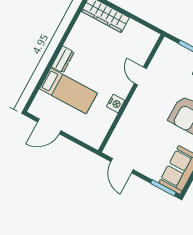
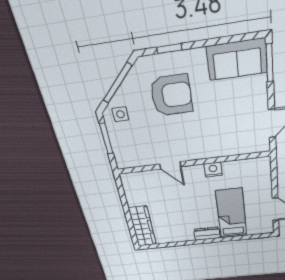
door: (140, 76) -> (170, 165), hinge flipped

